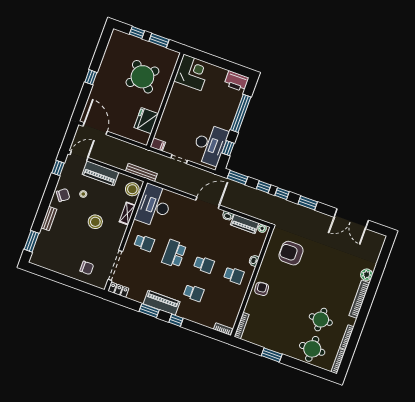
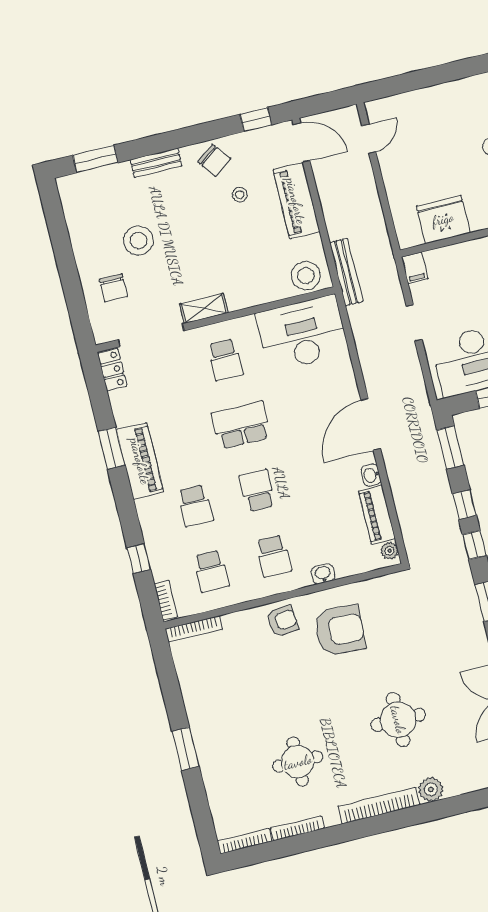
window: (91, 77) -> (455, 71), removed
door: (95, 129) -> (369, 139), width x0.53
door: (208, 203) -> (371, 424), swing flipped
shelving: (127, 213) -> (204, 308), moved
stool: (95, 222) -> (139, 241), moved
armchair: (291, 253) -> (340, 630), moved, turned 93
school desk: (204, 264) -> (257, 491), turned 180
school desk: (223, 304) -> (211, 571), added
window: (176, 320) -> (139, 559), moved
round table: (312, 349) -> (398, 720), moved
window: (272, 355) -> (185, 749), moved

